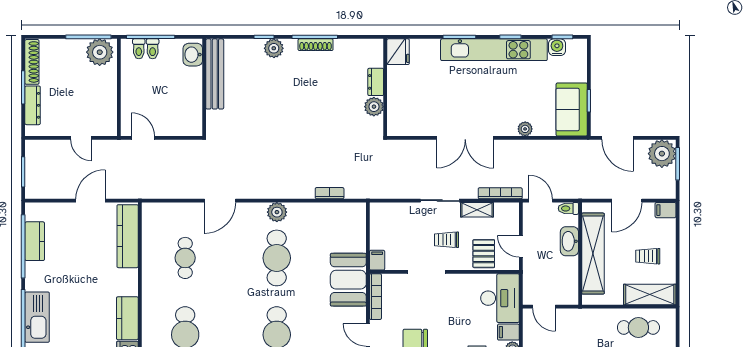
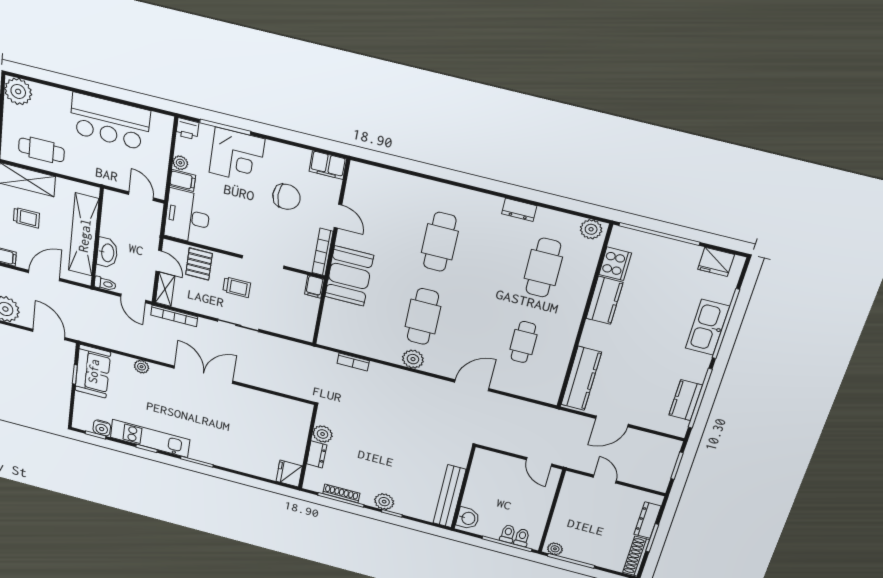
kitchen unit: (494, 50) -> (150, 438), width x0.73
plant: (100, 52) -> (555, 549), width x0.53, depth x0.53
fridge: (398, 52) -> (289, 474), moved
dresser: (376, 82) -> (317, 454), moved
wall: (385, 87) -> (308, 447), moved
plant: (374, 107) -> (323, 434), moved
shelving: (477, 210) -> (165, 289), moved, turned 90

